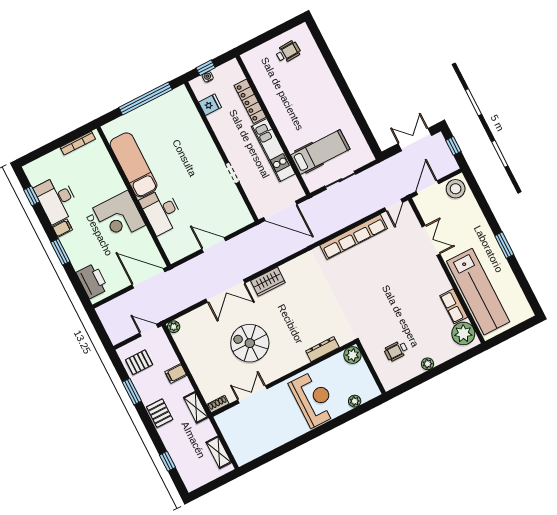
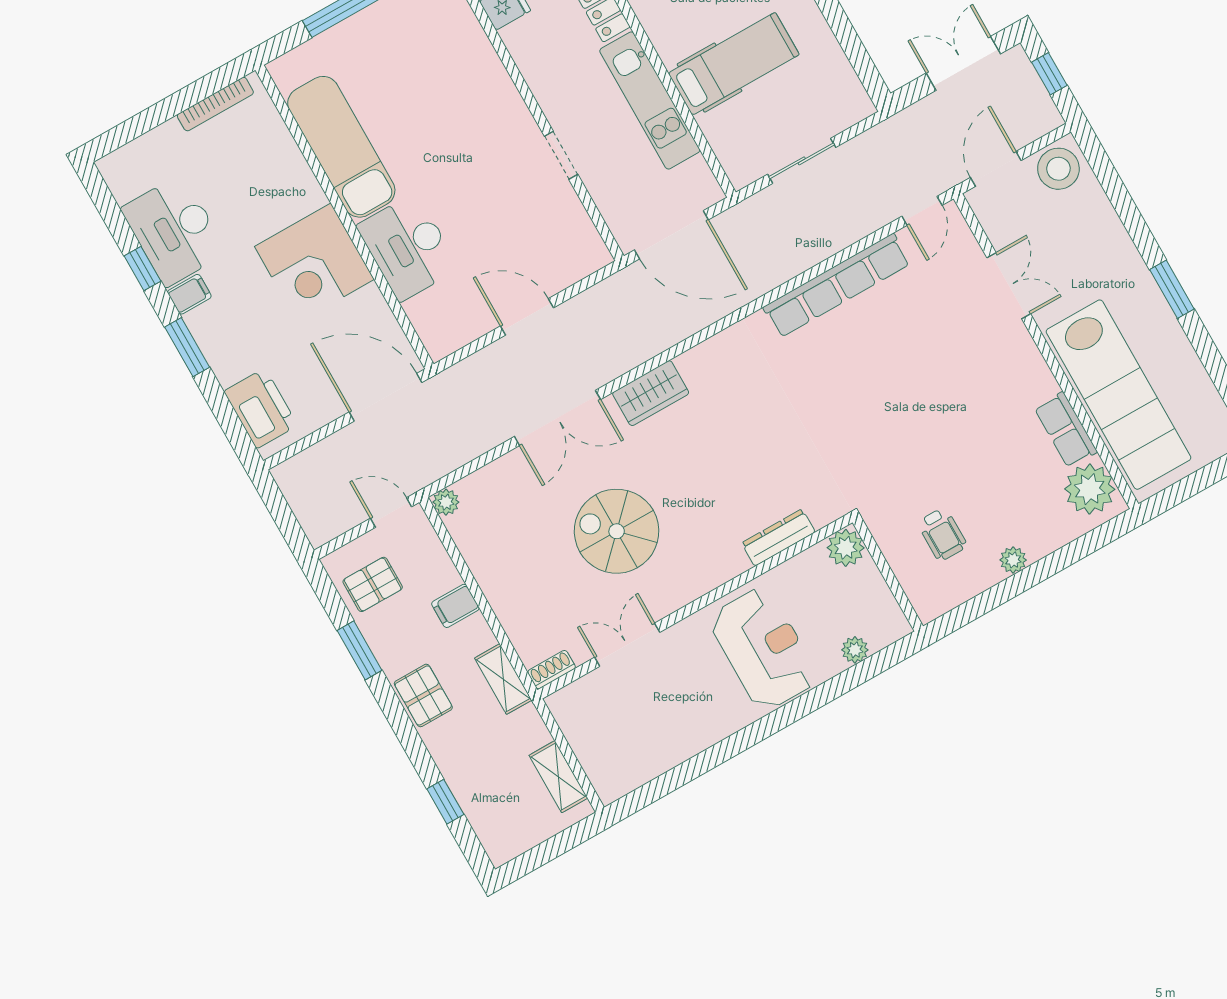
hospital bed: (320, 152) -> (734, 64), moved
window: (32, 196) -> (142, 268), moved
wheelchair: (396, 351) -> (942, 534), turned -90

